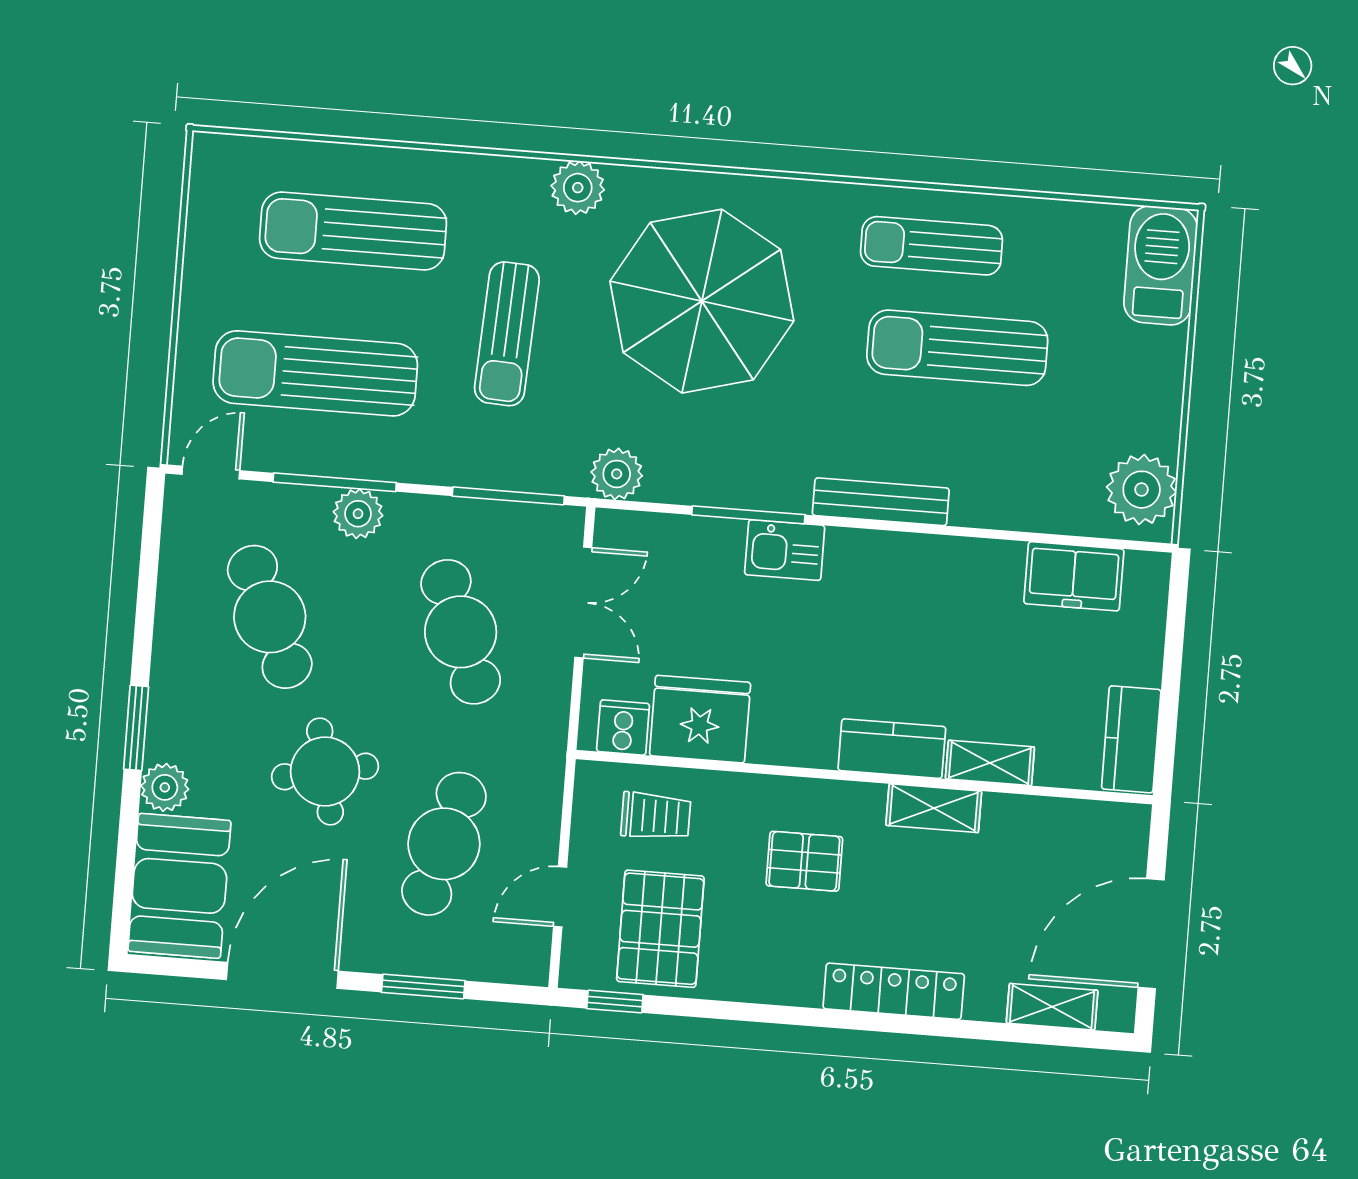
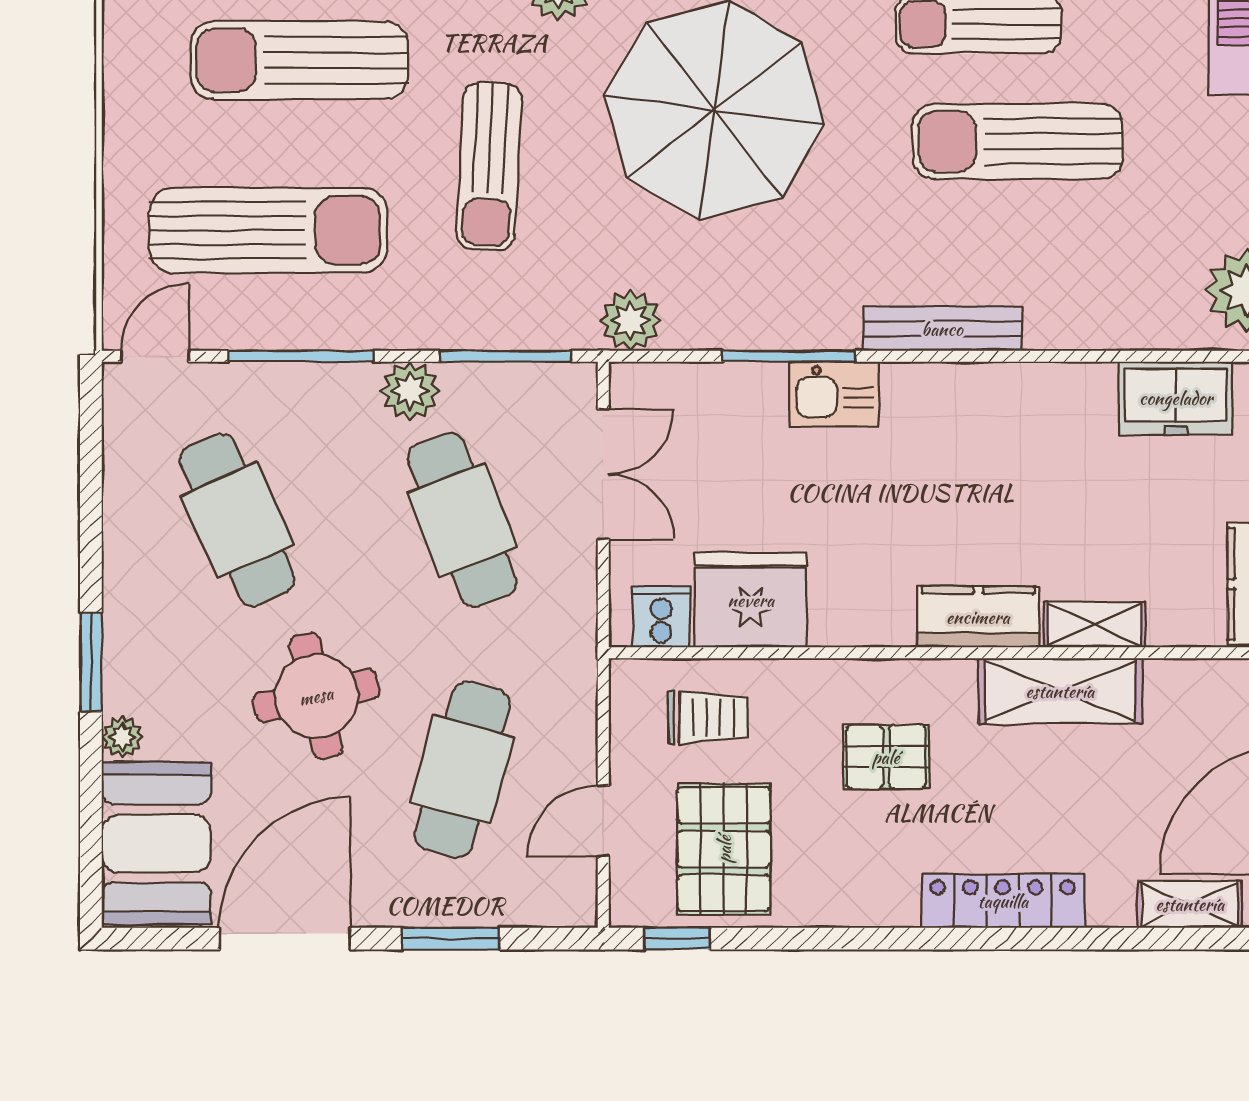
sun lounger: (315, 373) -> (268, 230), turned 180
plant: (358, 514) -> (410, 391), moved
plant: (165, 787) -> (122, 737), width x0.73, depth x0.73
shelving: (934, 808) -> (1060, 691), width x1.50, depth x1.33

